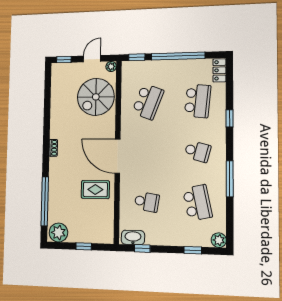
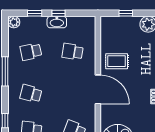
school desk: (197, 203) -> (31, 52), width x0.54
washbasin: (133, 237) -> (57, 22), moved
window: (142, 248) -> (59, 13), moved

